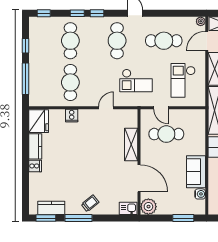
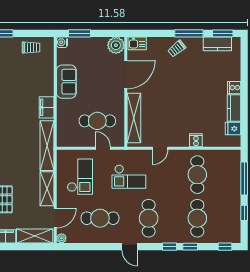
checkout: (136, 81) -> (129, 177), turned 180
fridge: (39, 121) -> (233, 129), width x0.53, depth x0.75
shelving: (131, 144) -> (134, 118), width x1.47
door: (139, 178) -> (126, 75), swing flipped
water cooler: (200, 194) -> (62, 42), moved

